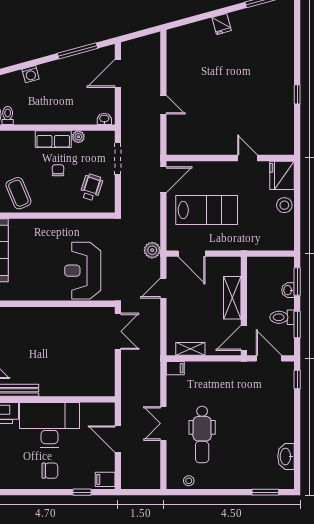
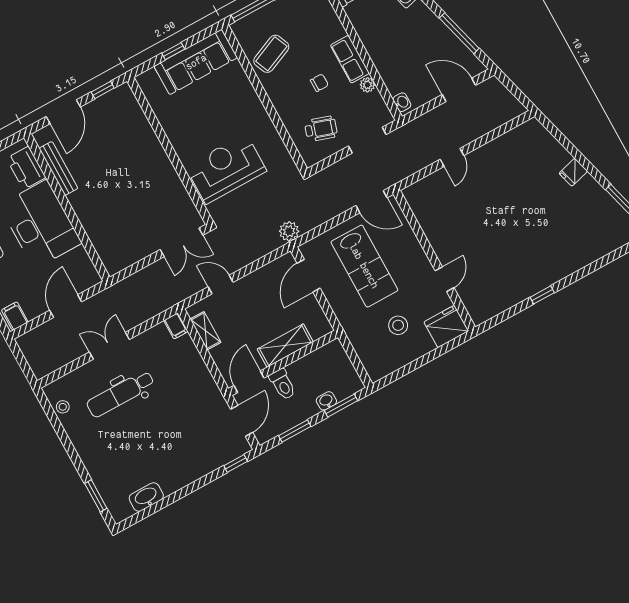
stool: (284, 205) -> (398, 325), moved
door: (163, 288) -> (221, 285), moved
toilet: (282, 317) -> (283, 384), moved, turned 180
door: (244, 338) -> (249, 382), hinge flipped

